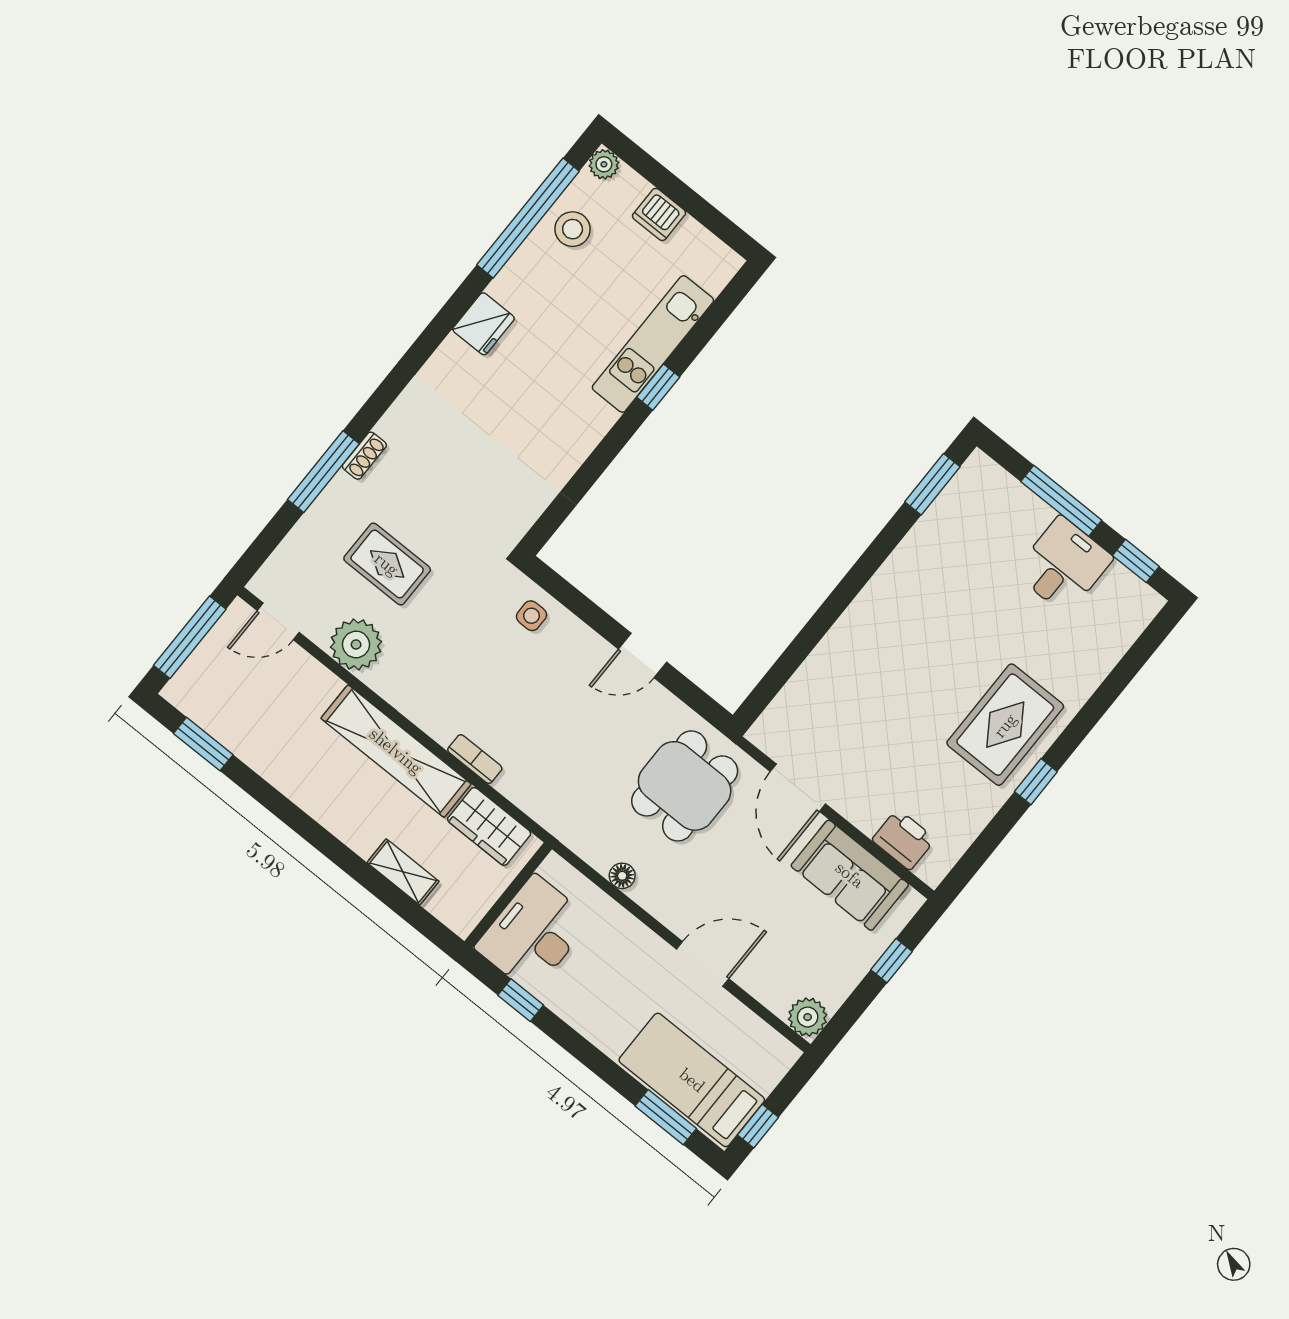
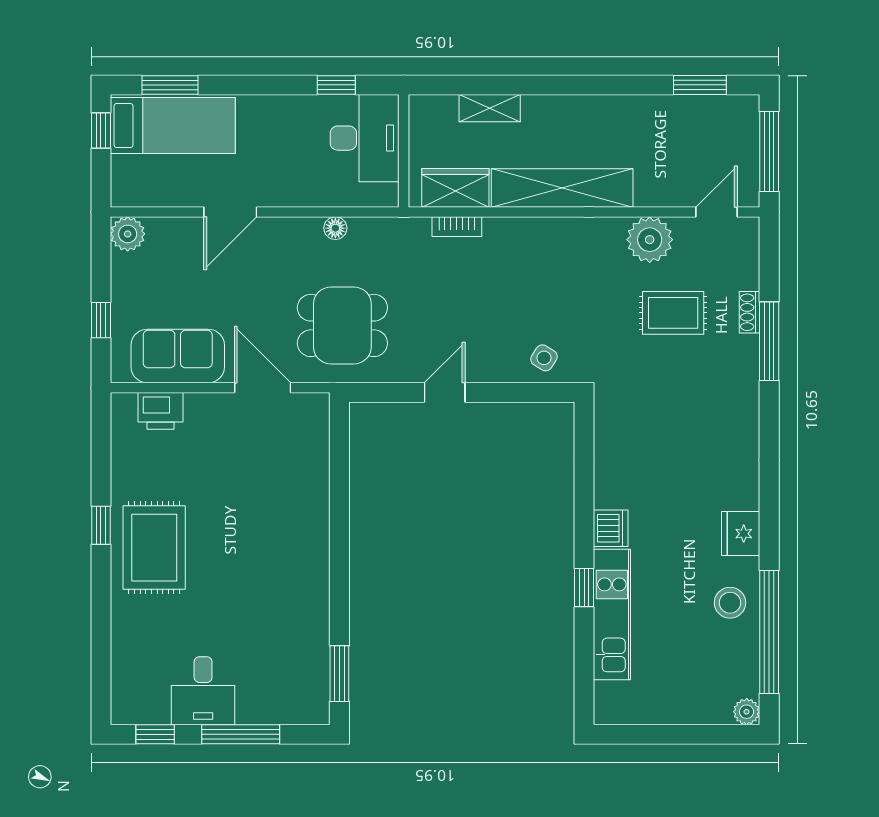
dishwasher: (659, 214) -> (611, 528), moved, turned 90
stool: (573, 229) -> (730, 603), moved
shoe rack: (364, 456) -> (750, 312), moved
side table: (531, 616) -> (544, 358), turned 32
bookcase: (475, 759) -> (457, 227), moved
dining table: (685, 786) -> (342, 325), turned 90

